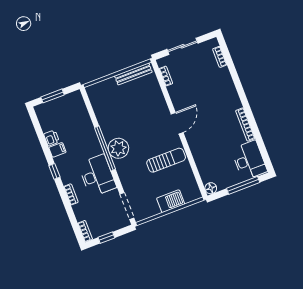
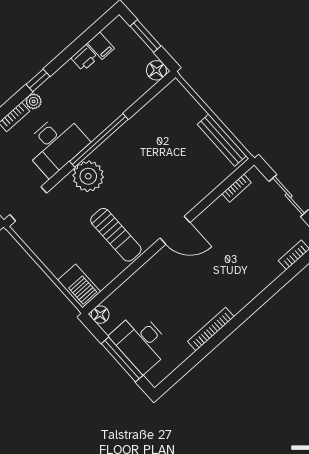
floor lamp: (76, 97) -> (156, 70), added
plant: (118, 148) -> (88, 176), moved
filing cabinet: (57, 150) -> (101, 46), moved
desk: (249, 160) -> (141, 342), moved, turned 90
plant: (66, 179) -> (34, 101), added
barbecue: (171, 201) -> (79, 286), moved

